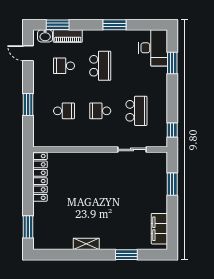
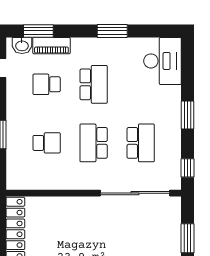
window: (172, 63) -> (187, 115), moved
school desk: (100, 111) -> (94, 143), width x1.85
sliding door: (132, 149) -> (135, 193), width x1.86

